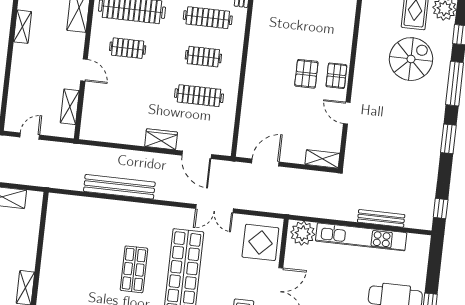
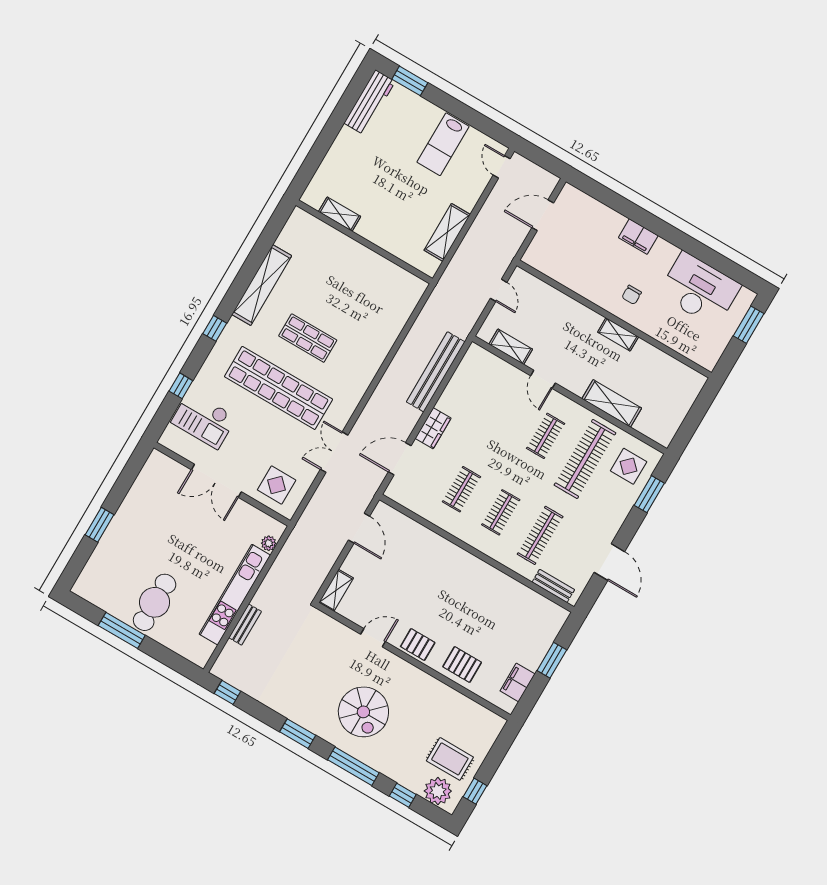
spiral stairs: (411, 59) -> (363, 712), moved
door: (84, 70) -> (543, 379), hinge flipped
pallet: (306, 74) -> (462, 665), moved
clothes rail: (199, 96) -> (461, 489), width x0.73
bench: (119, 187) -> (436, 372), moved
bench: (381, 218) -> (245, 625), width x0.73
plant: (303, 233) -> (269, 543), width x0.53, depth x0.53
display table: (260, 242) -> (277, 485), width x0.73, depth x0.73

